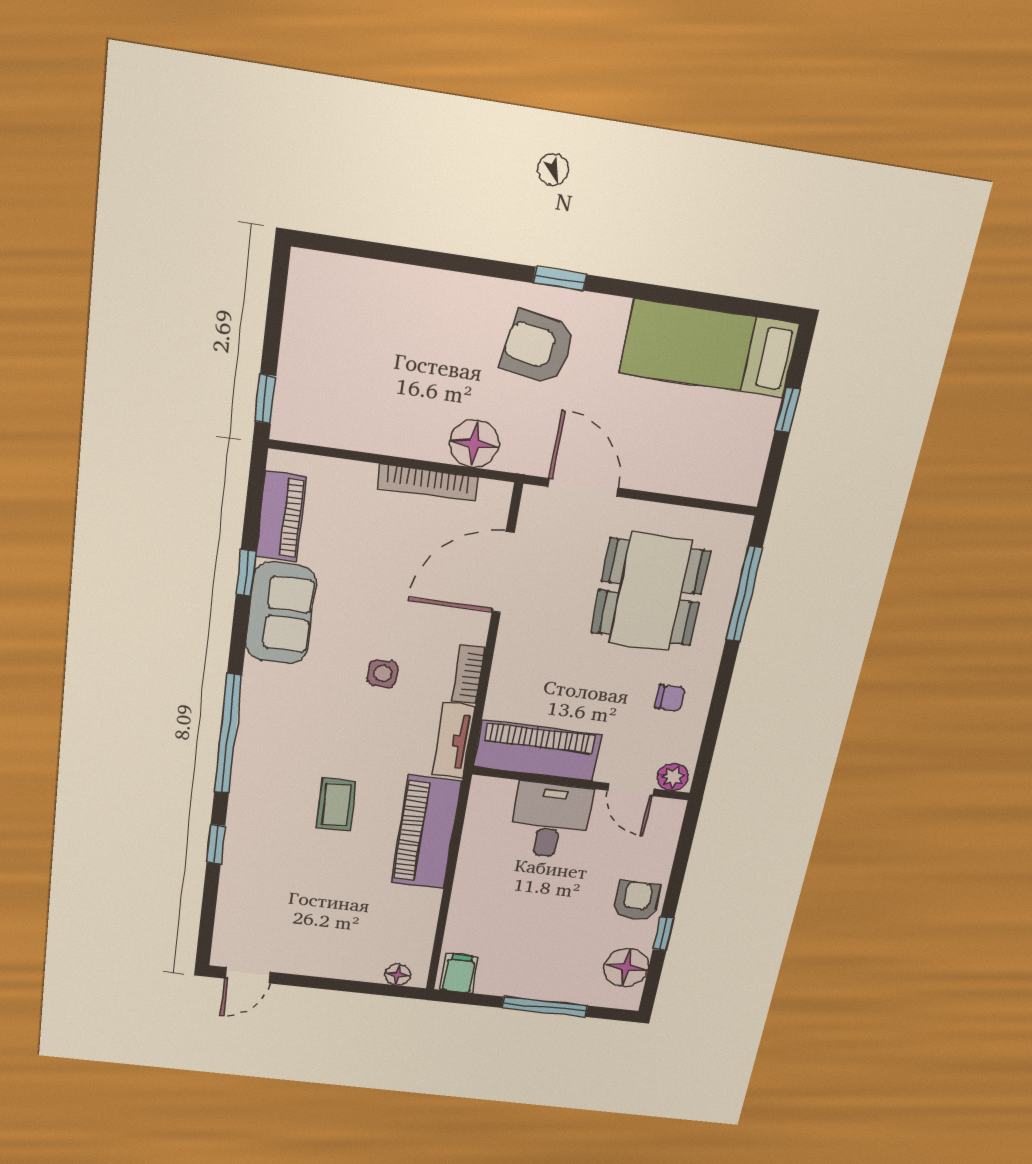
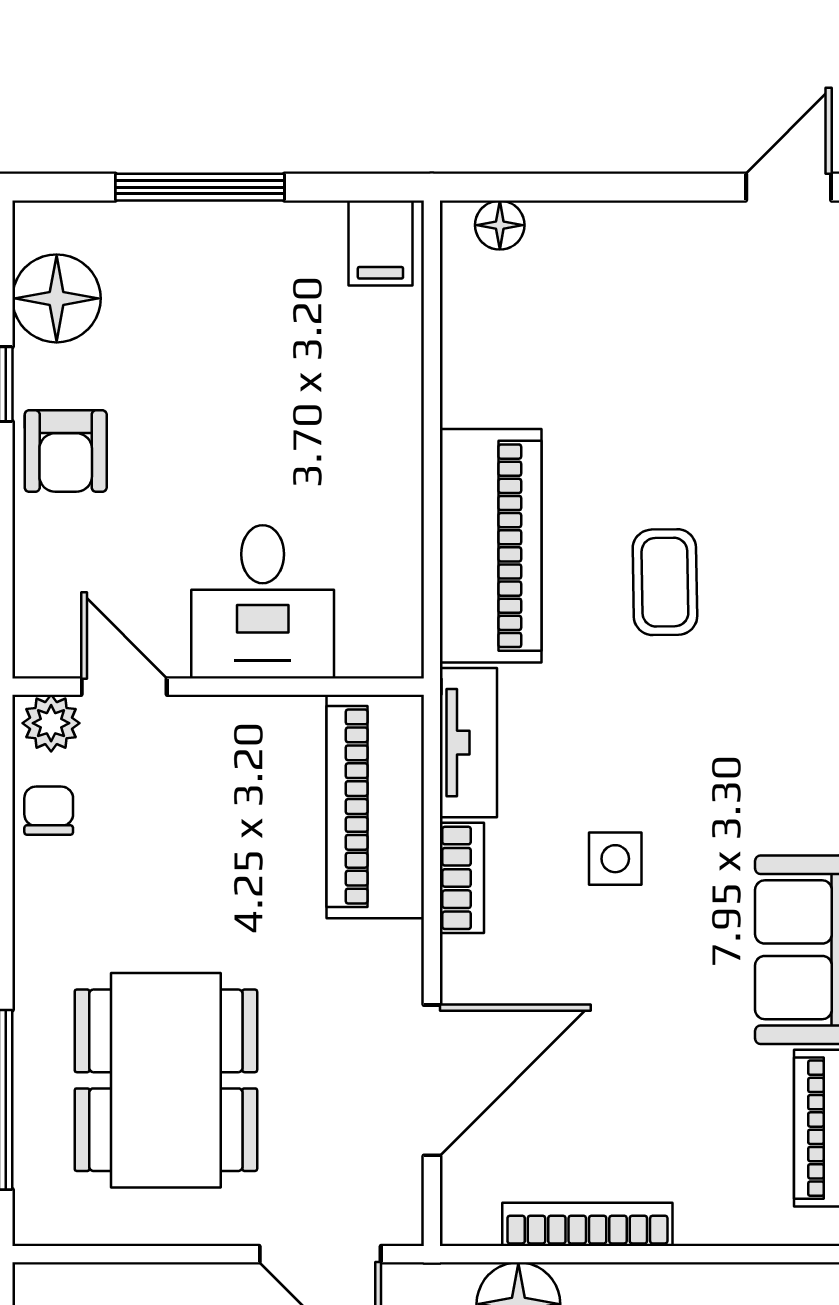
chair: (670, 698) -> (49, 811), moved, turned 90
piano: (537, 751) -> (375, 807), moved, turned 90

